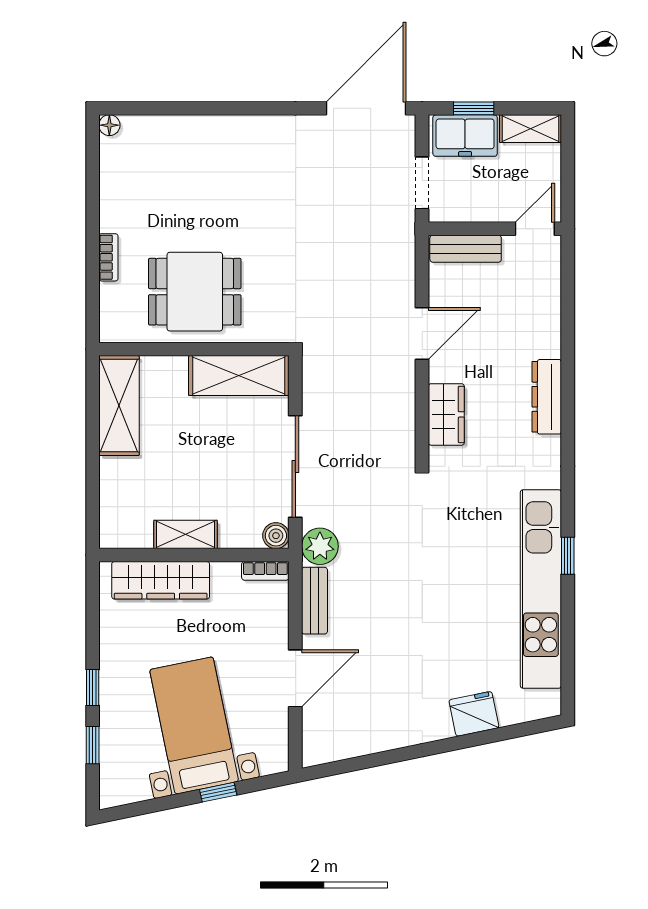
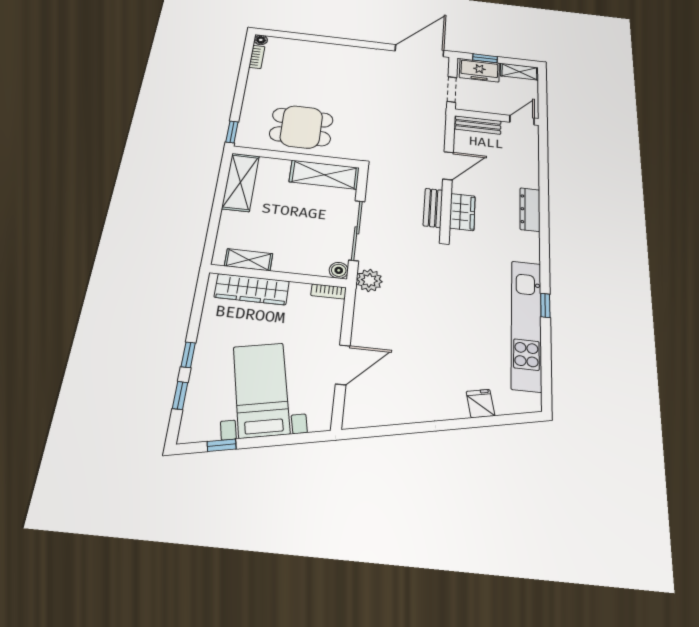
bookcase: (108, 257) -> (257, 57), moved
window: (93, 316) -> (232, 132), added
shelving: (186, 534) -> (249, 260), moved
bench: (314, 601) -> (433, 208), moved
fridge: (474, 714) -> (480, 404), width x0.72
window: (218, 792) -> (222, 445), moved

